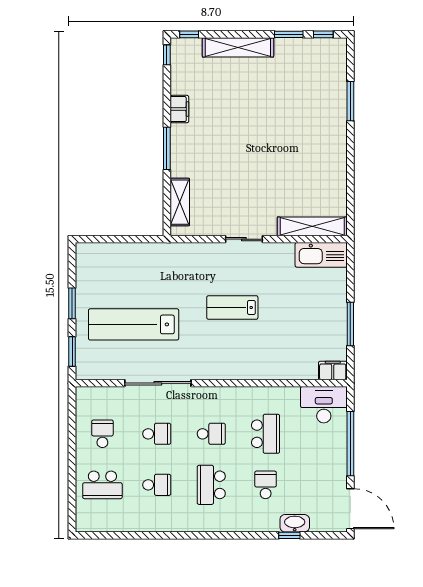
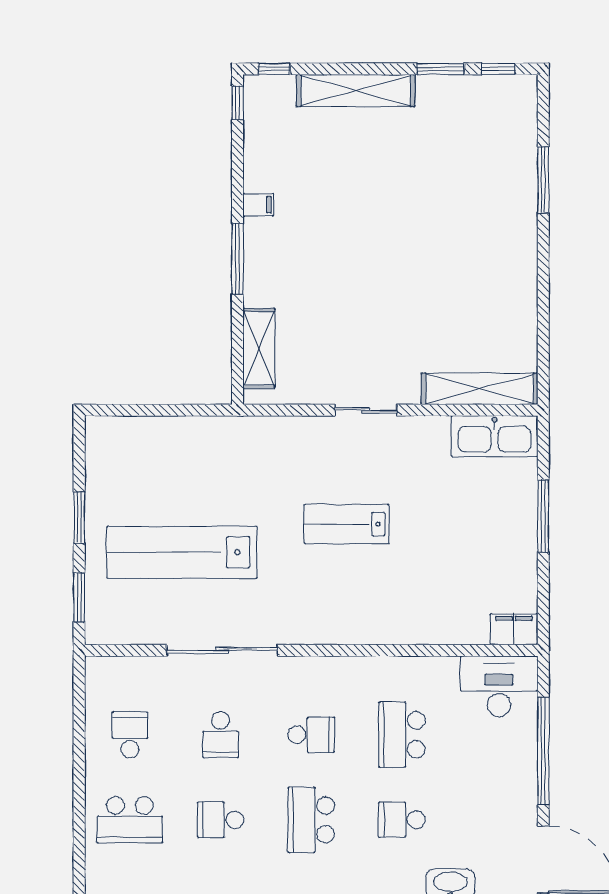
filing cabinet: (179, 109) -> (258, 205), width x0.50
window: (350, 324) -> (543, 516), moved
school desk: (157, 434) -> (221, 735), turned 90
school desk: (266, 434) -> (402, 735), turned 180
school desk: (157, 485) -> (221, 820), turned 180
school desk: (266, 485) -> (402, 820), turned -90

